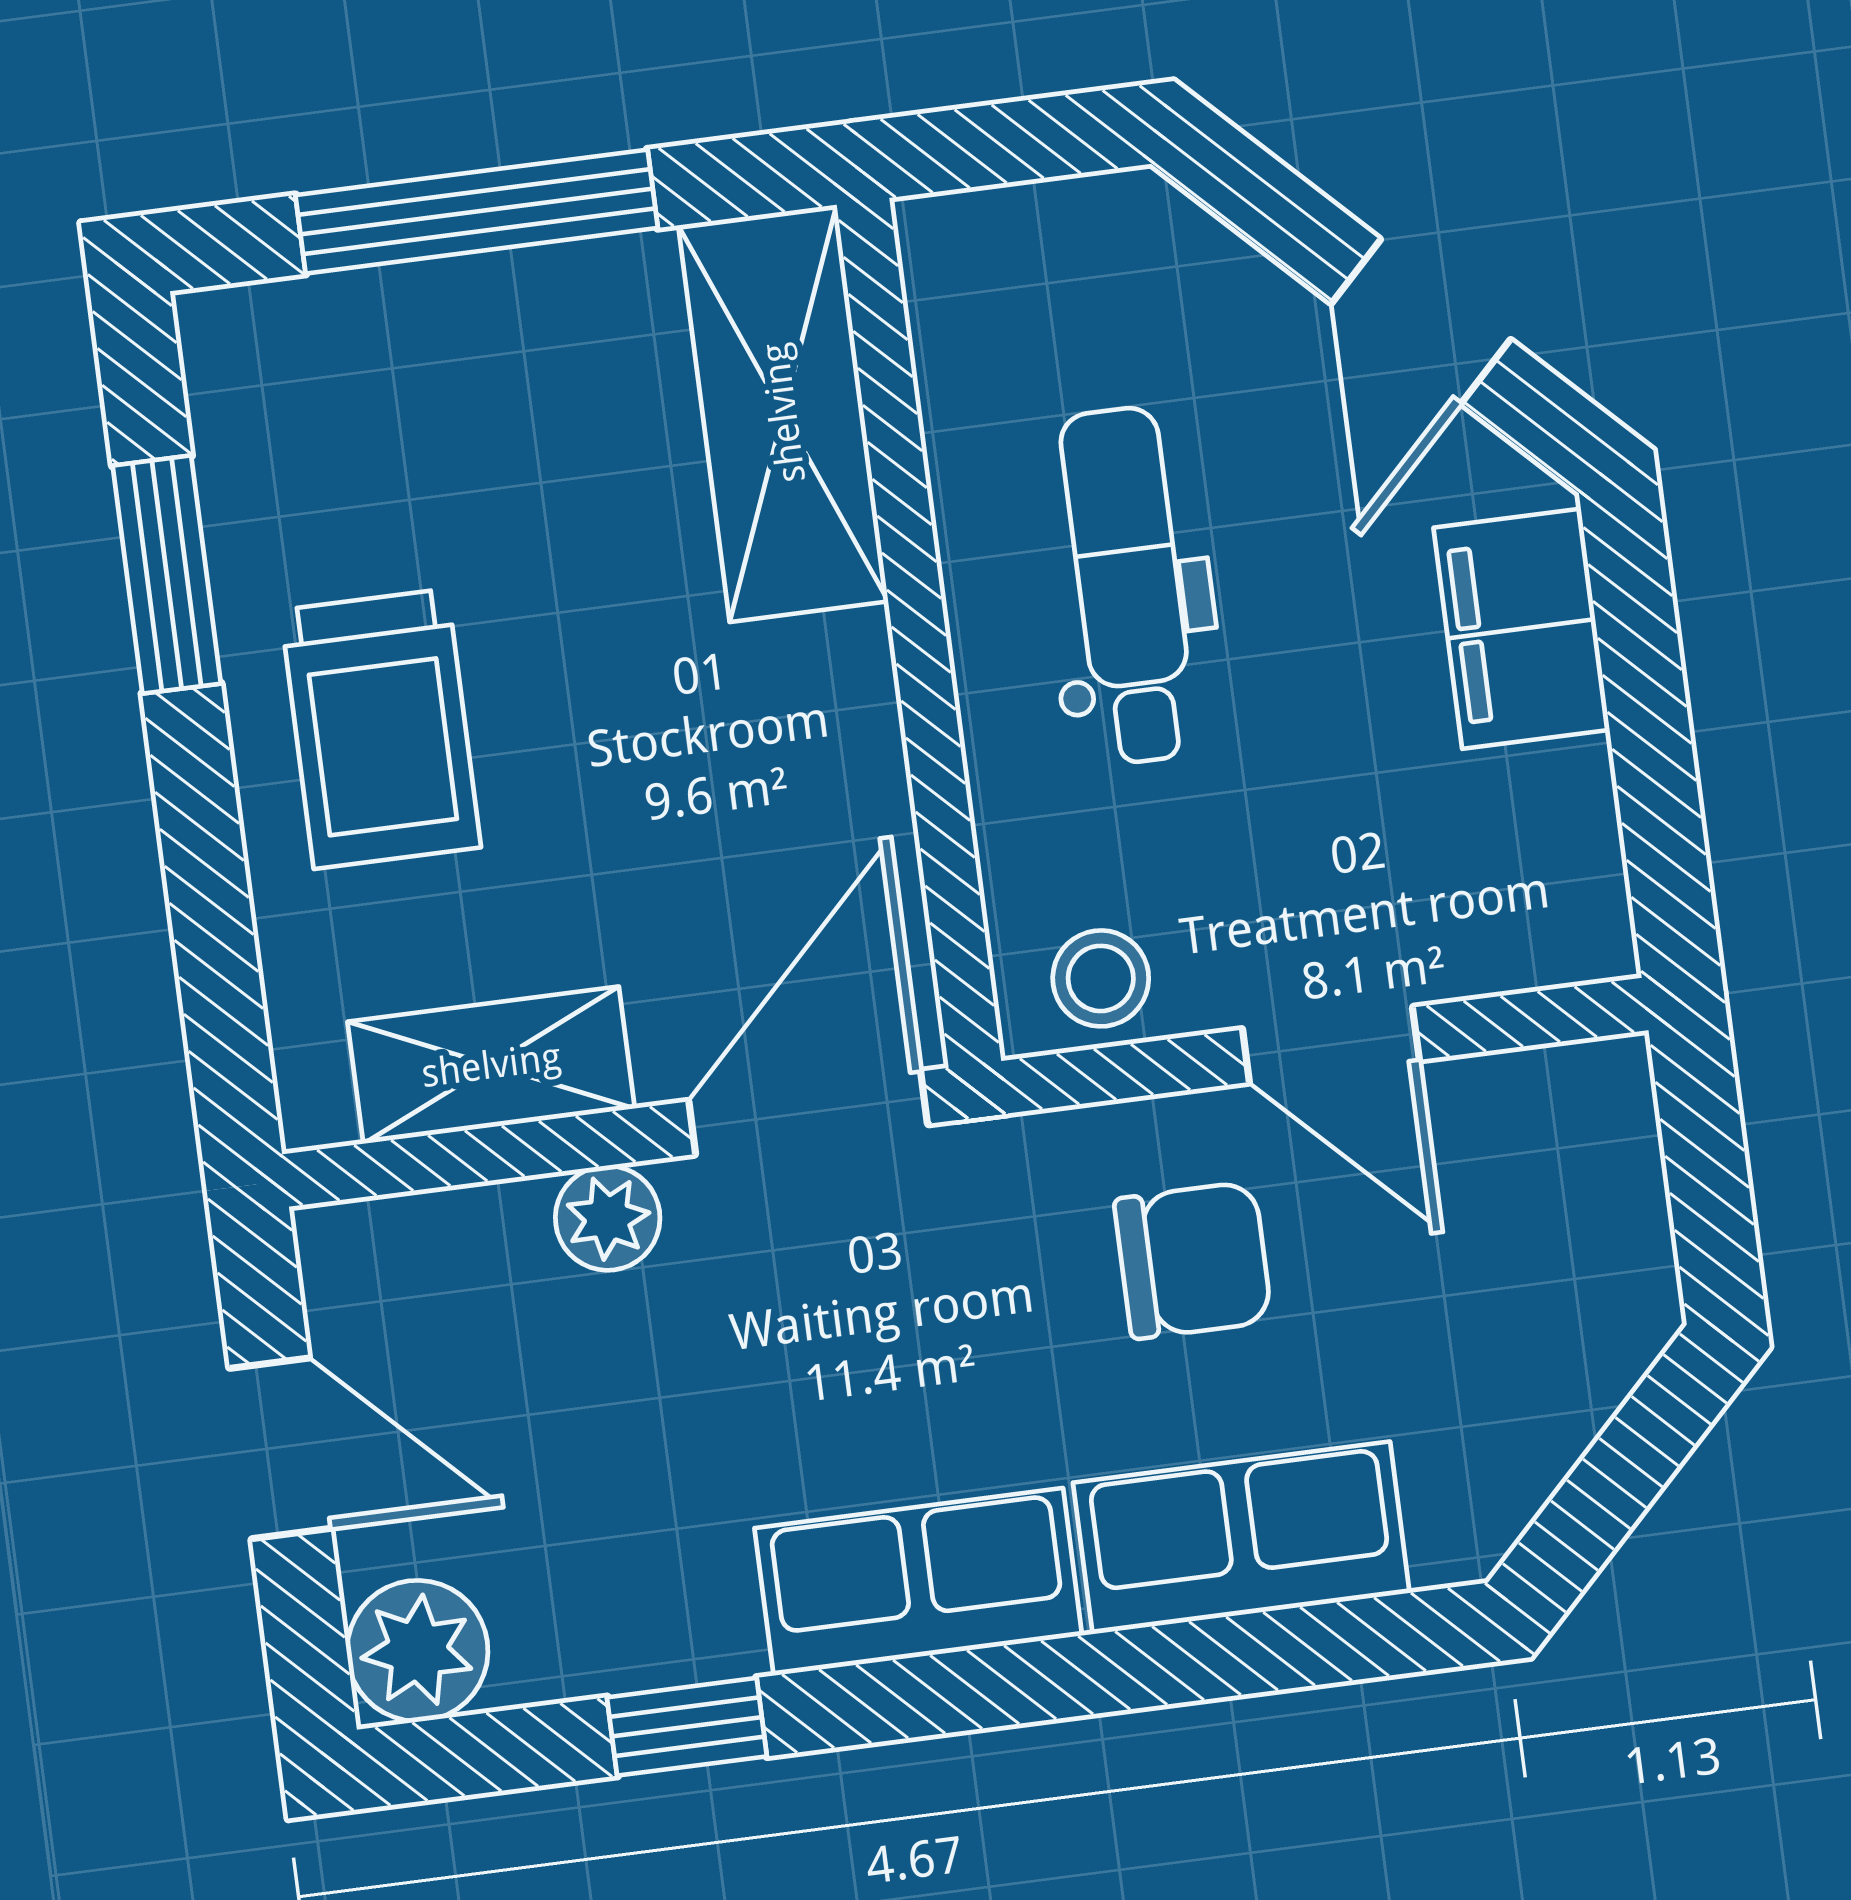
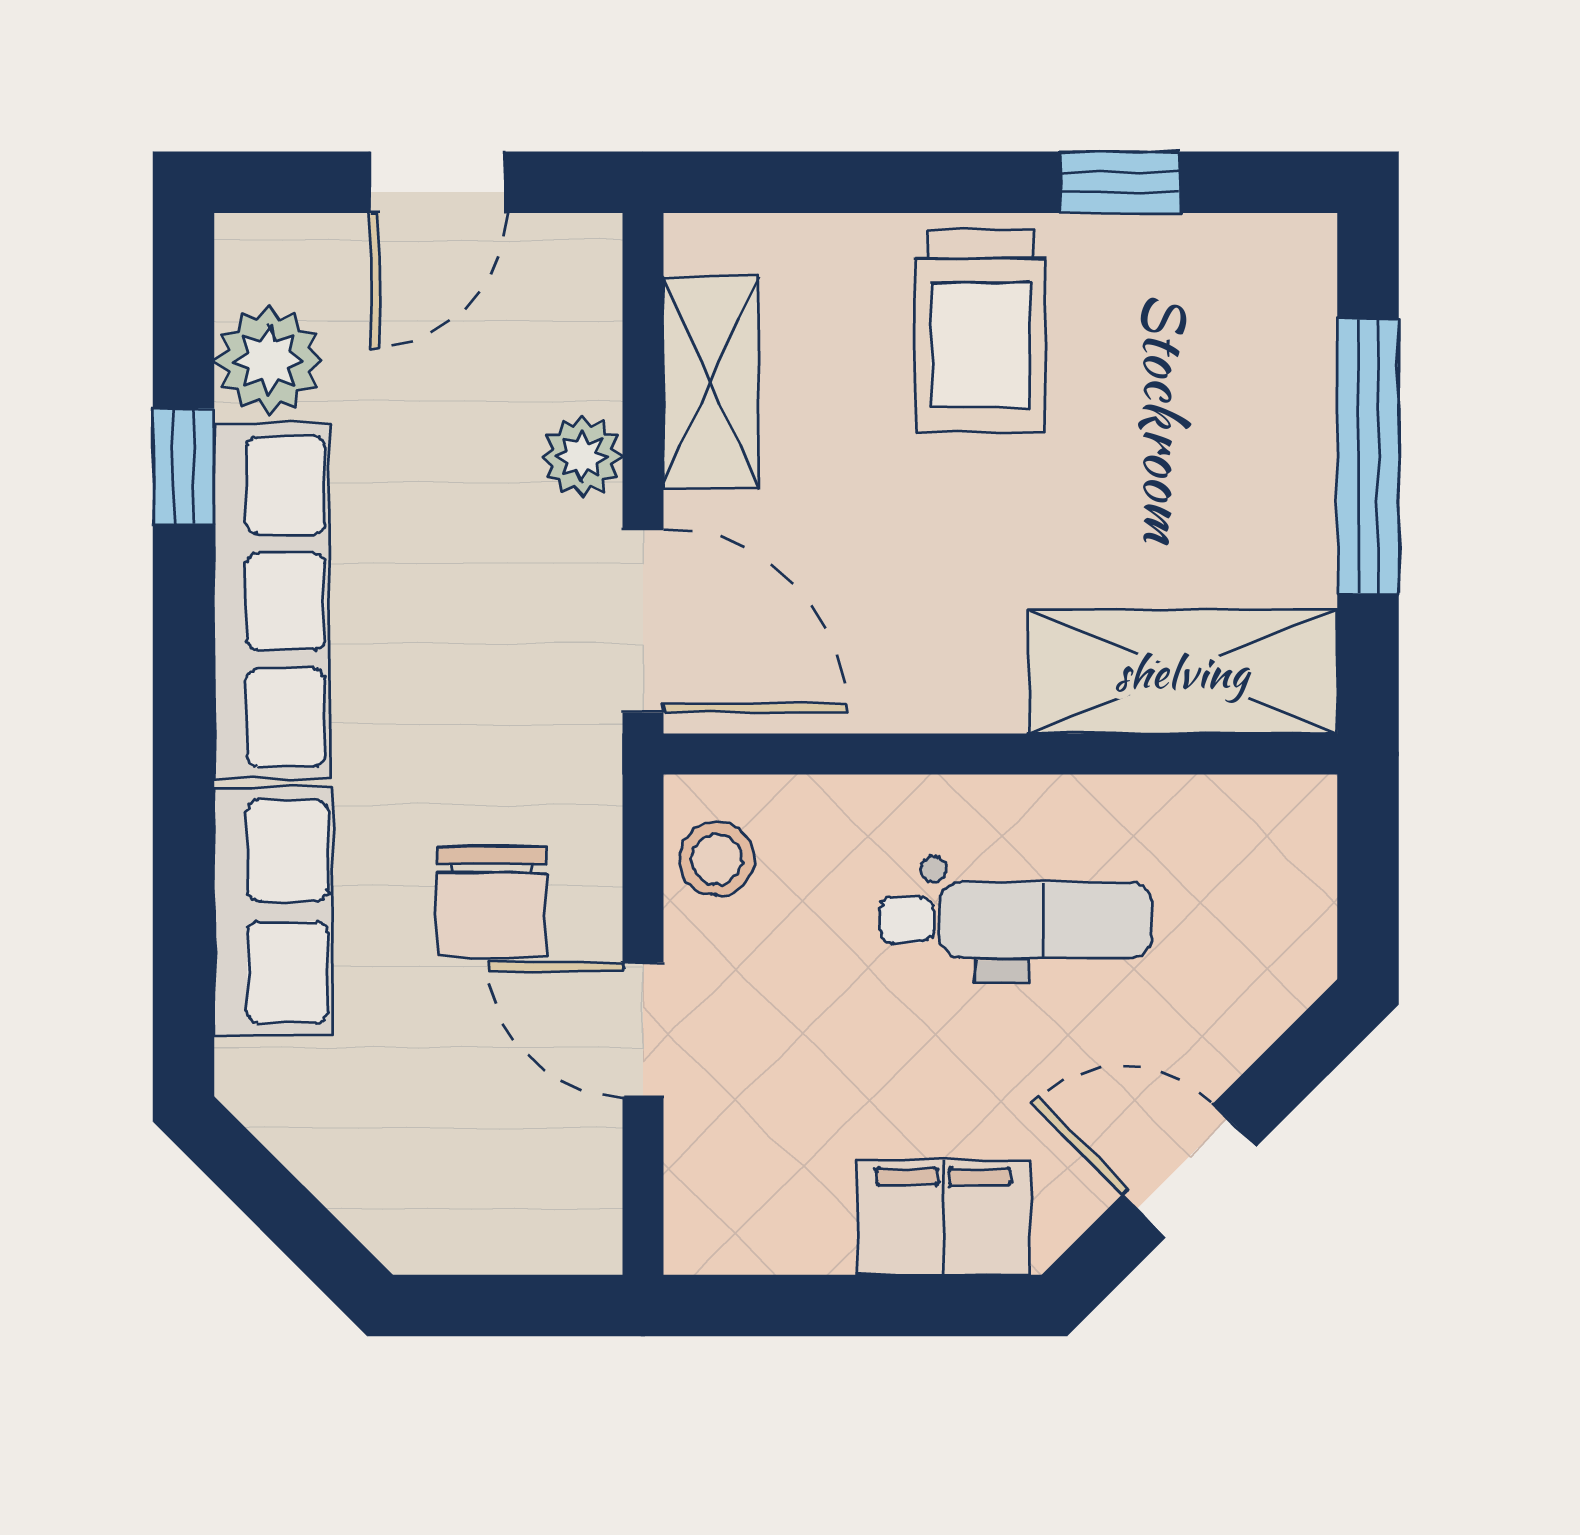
window: (167, 575) -> (1120, 182), width x0.67
trolley: (381, 729) -> (980, 331), turned -90
door: (1331, 1045) -> (643, 1029), hinge flipped
row of seats: (918, 1582) -> (272, 601), width x1.48
plant: (417, 1651) -> (269, 360), moved

